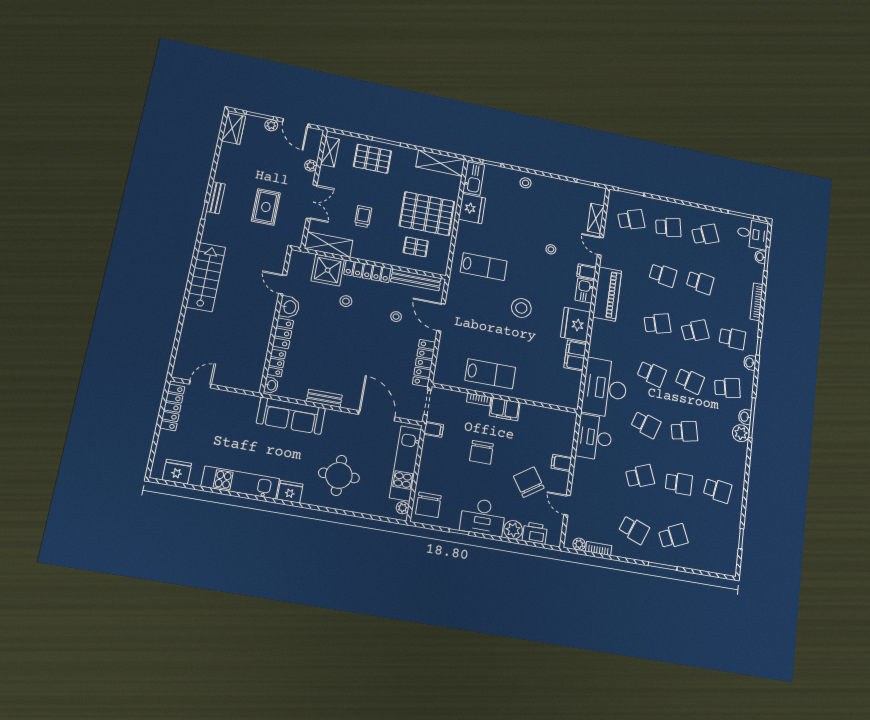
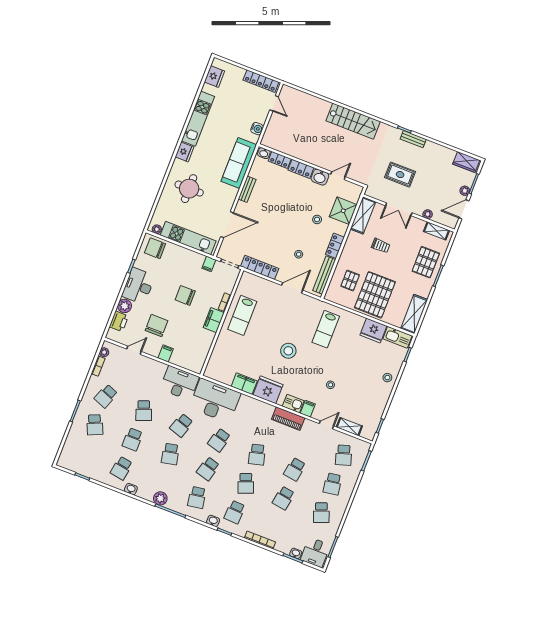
locker: (367, 271) -> (335, 246), width x0.66
piano: (607, 294) -> (288, 419), width x0.73, depth x0.75
water cooler: (239, 400) -> (257, 129), added
washbasin: (745, 417) -> (131, 489), moved
chair: (529, 482) -> (157, 326), turned -56

